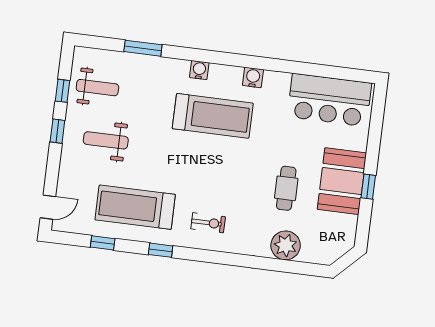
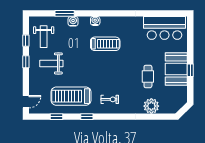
water cooler: (253, 77) -> (73, 21), moved
weight bench: (97, 88) -> (44, 37), turned 90
treadmill: (213, 116) -> (105, 44), width x0.73, depth x0.73

